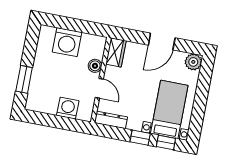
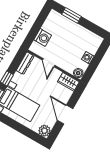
washing machine: (67, 42) -> (88, 58), width x0.53, depth x0.53
boiler: (95, 66) -> (78, 73), moved
door: (99, 88) -> (49, 63), hinge flipped

